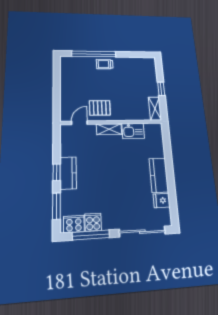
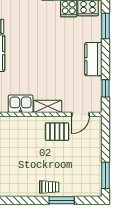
window: (94, 54) -> (62, 200), width x0.47
window: (57, 73) -> (105, 175), added
window: (57, 172) -> (105, 88), moved

